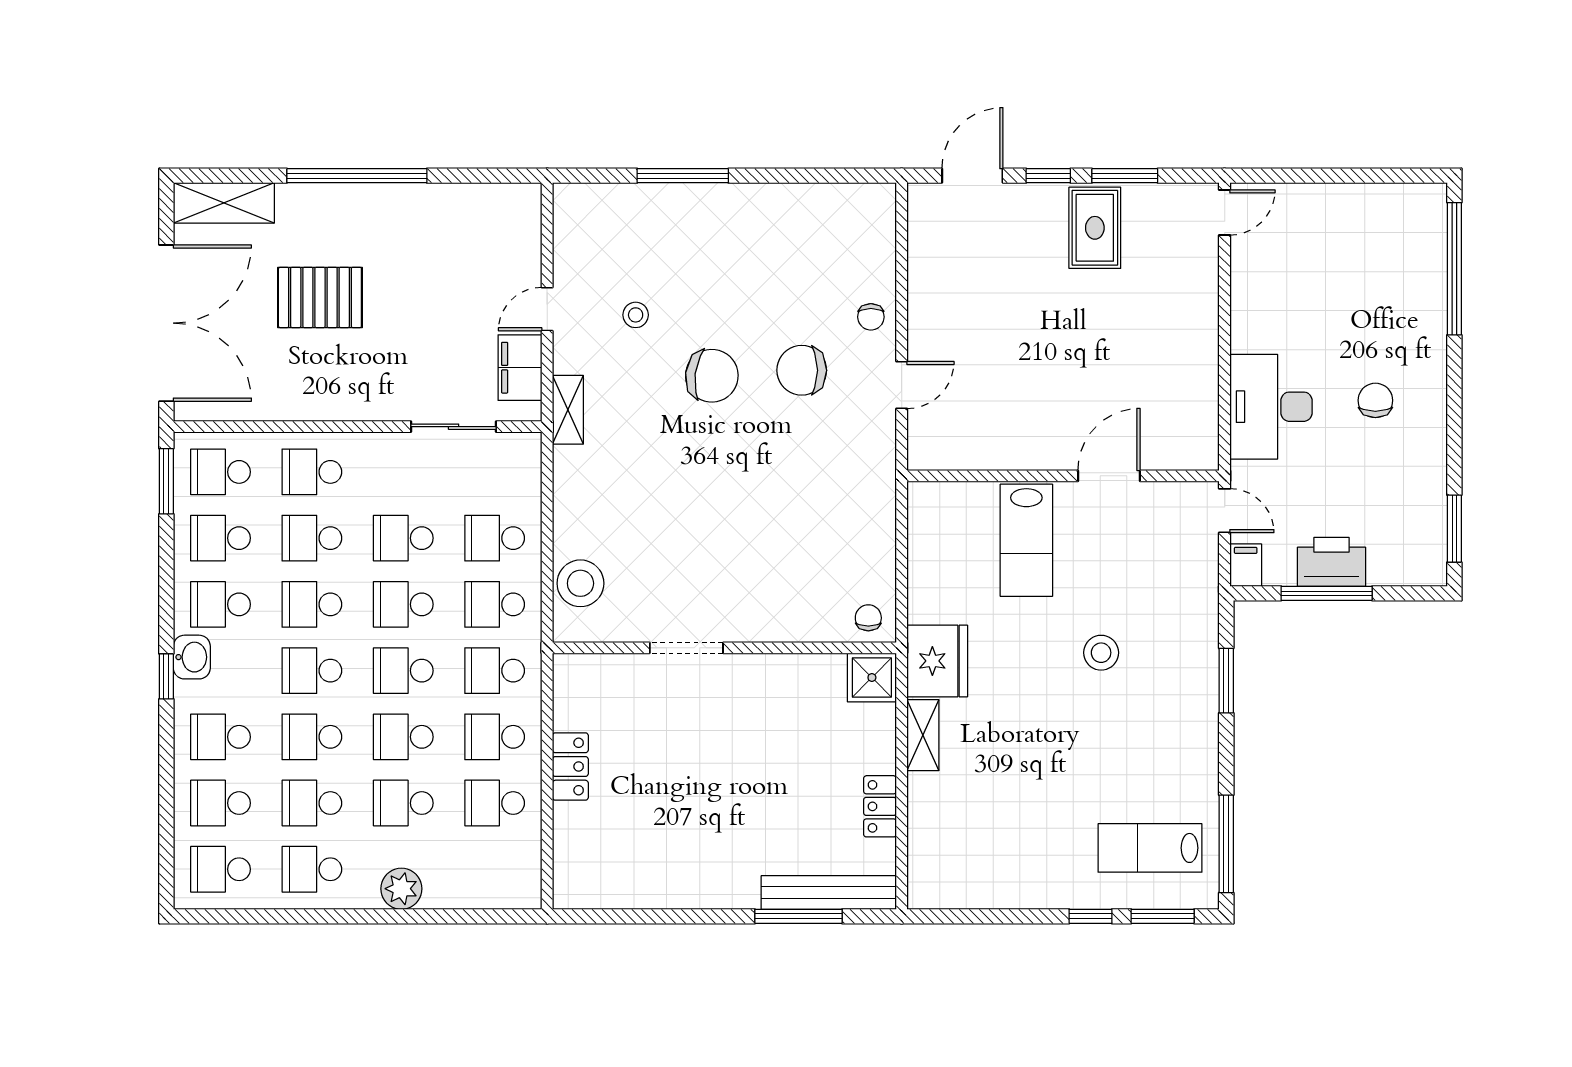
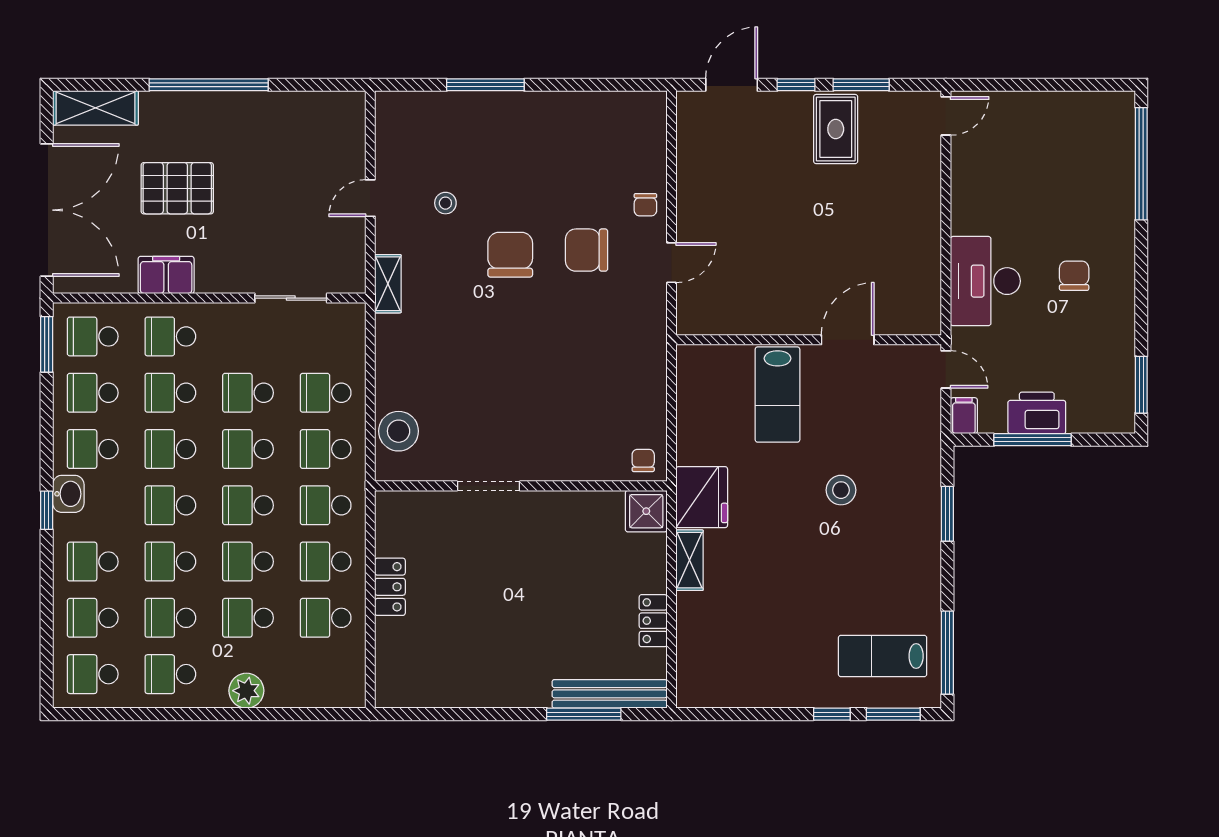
filing cabinet: (520, 368) -> (166, 275), moved, turned 90
chair: (712, 376) -> (510, 255), turned -97

